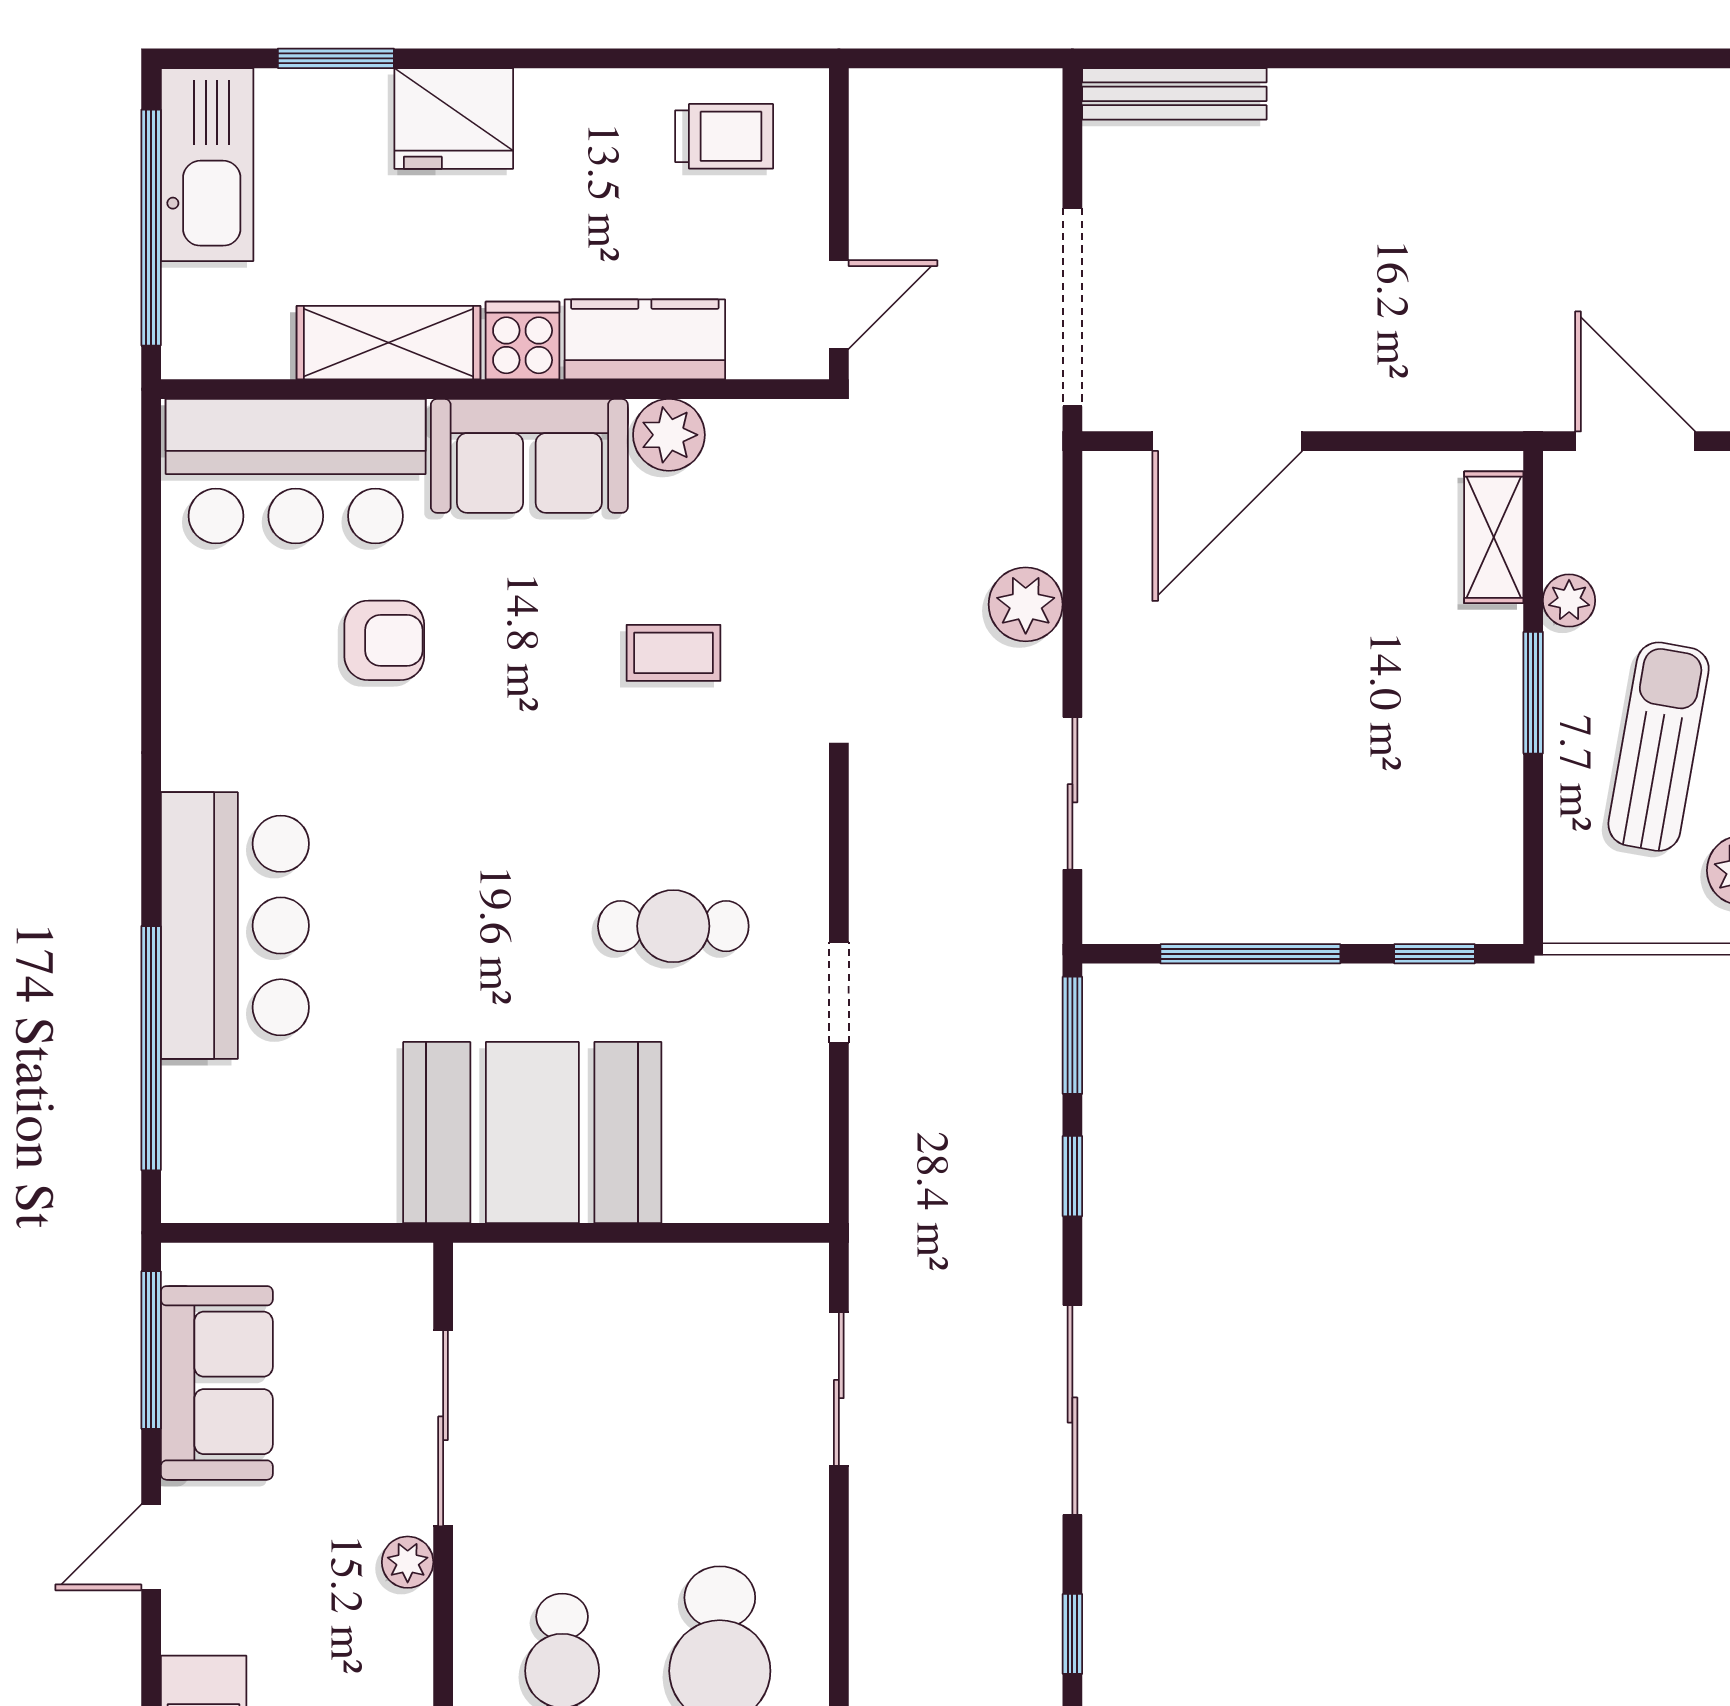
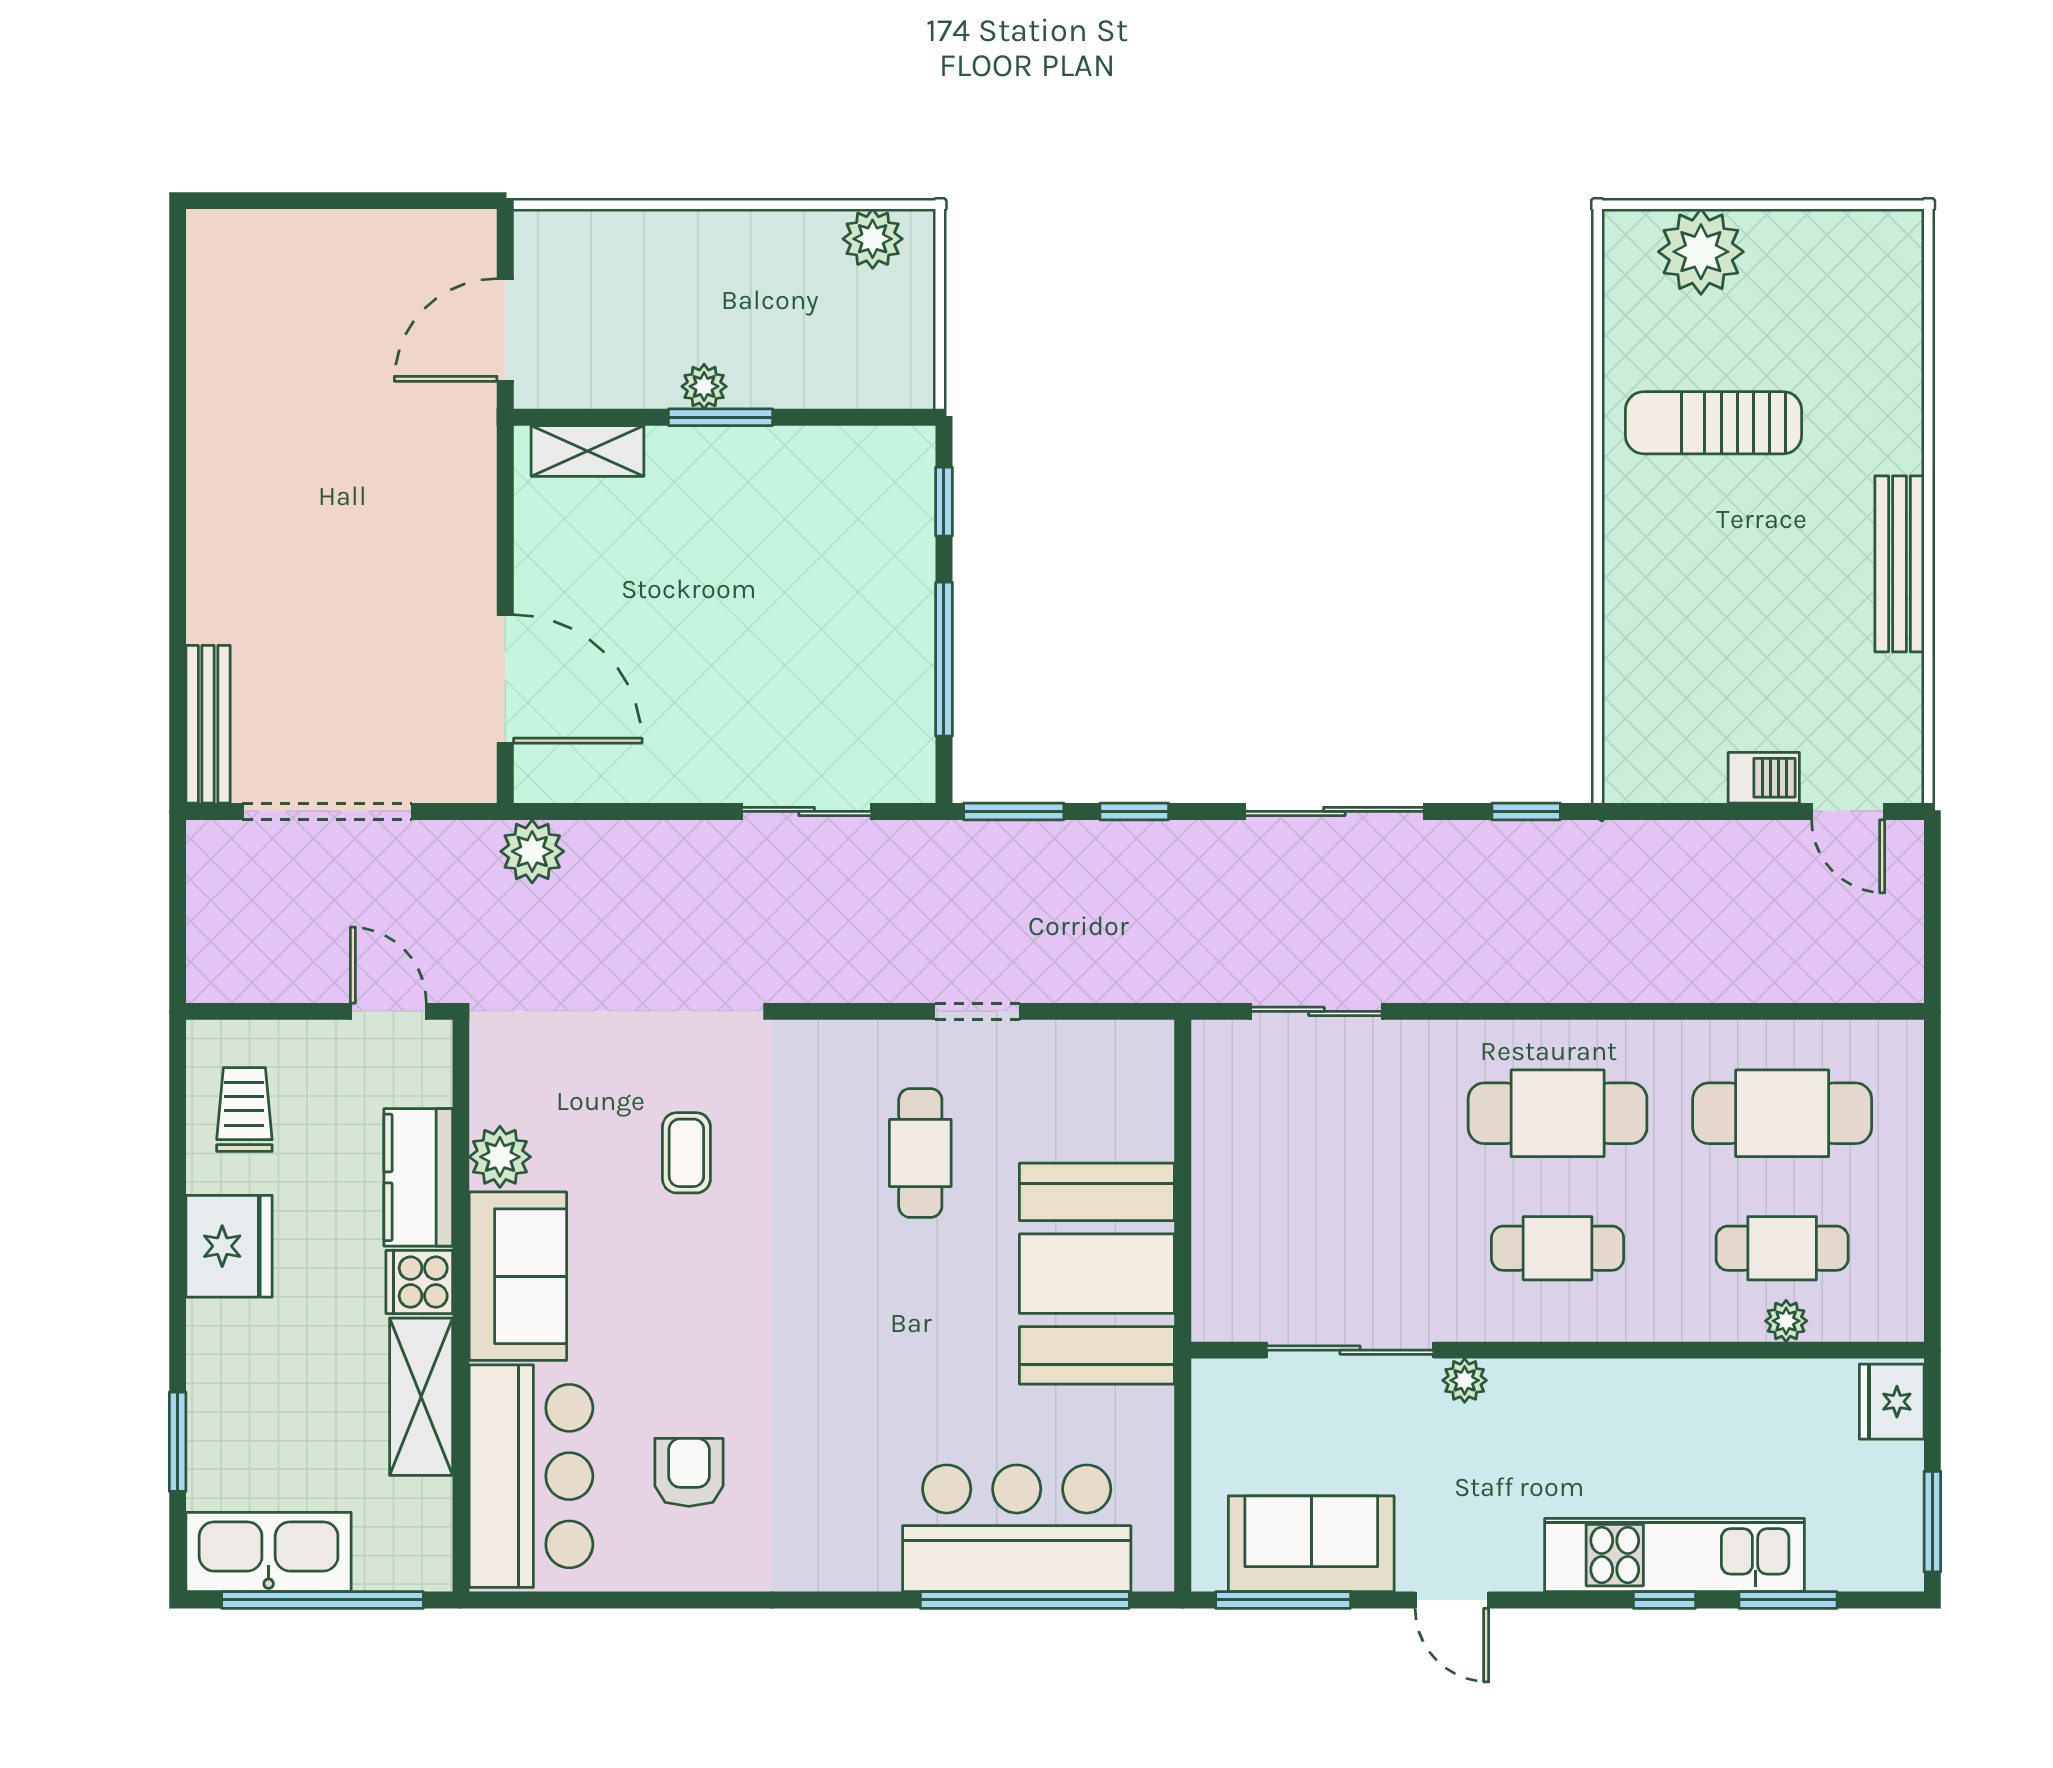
fridge: (454, 118) -> (229, 1246), moved
doorway: (1072, 307) -> (327, 811), moved
plant: (1569, 600) -> (704, 386), moved
plant: (1026, 604) -> (532, 851), moved
armchair: (384, 640) -> (689, 1472), moved
sun lounger: (1659, 747) -> (767, 310), removed
bar counter: (235, 926) -> (1017, 1528), moved

